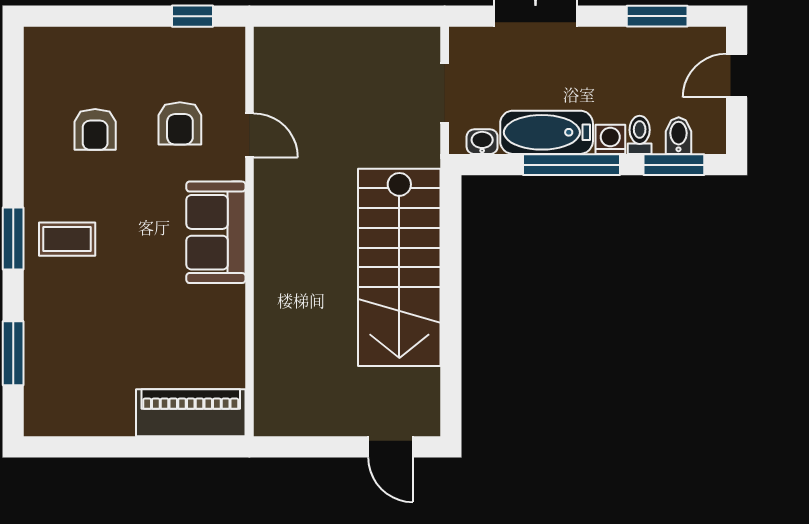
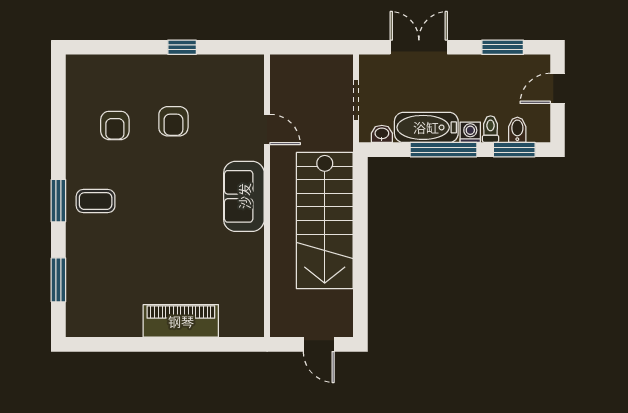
door: (249, 135) -> (267, 129), moved
wall: (249, 231) -> (267, 196), moved
sofa: (216, 232) -> (244, 196), moved

